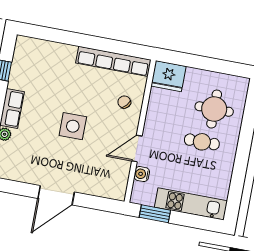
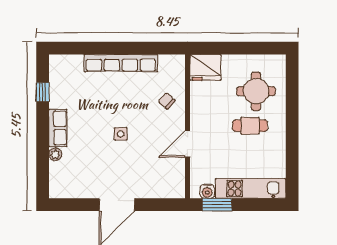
row of seats: (113, 61) -> (121, 63), moved
side table: (73, 126) -> (121, 134), width x0.54, depth x0.54
water cooler: (142, 174) -> (207, 191), moved, turned -90

